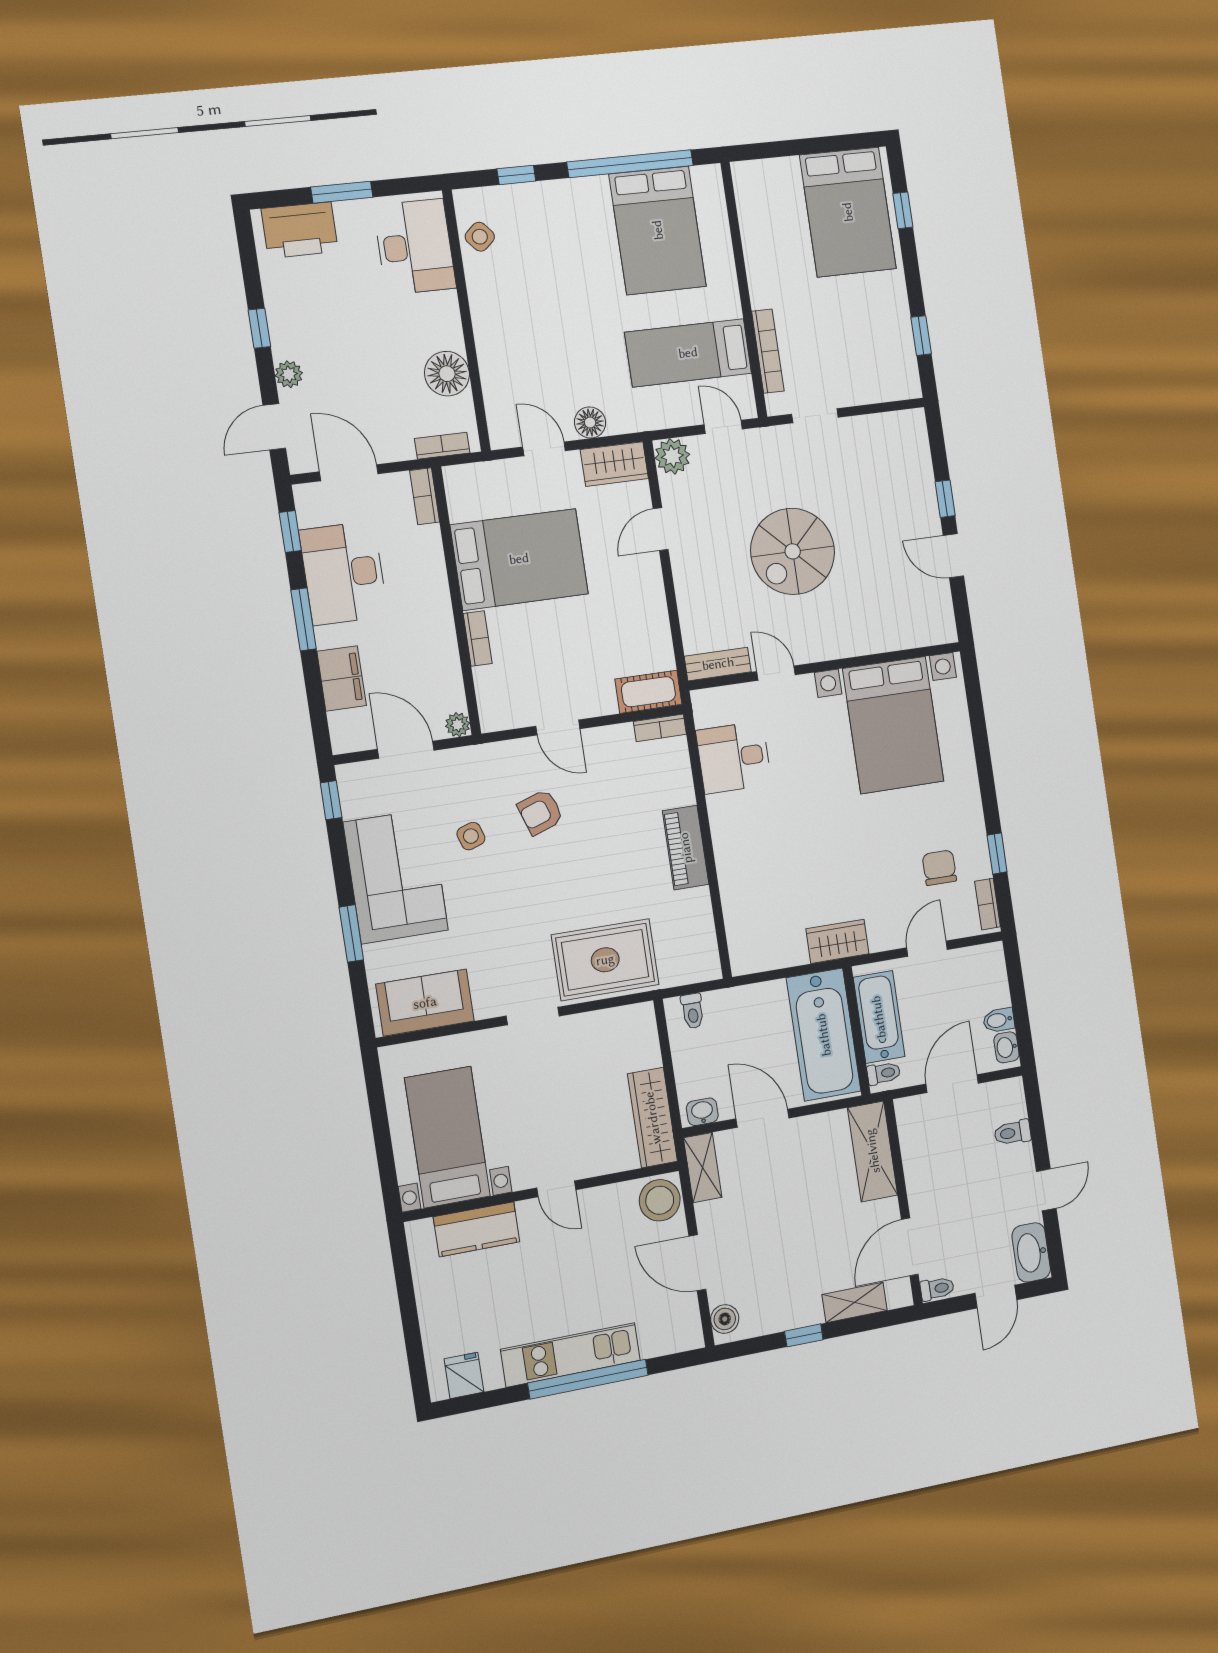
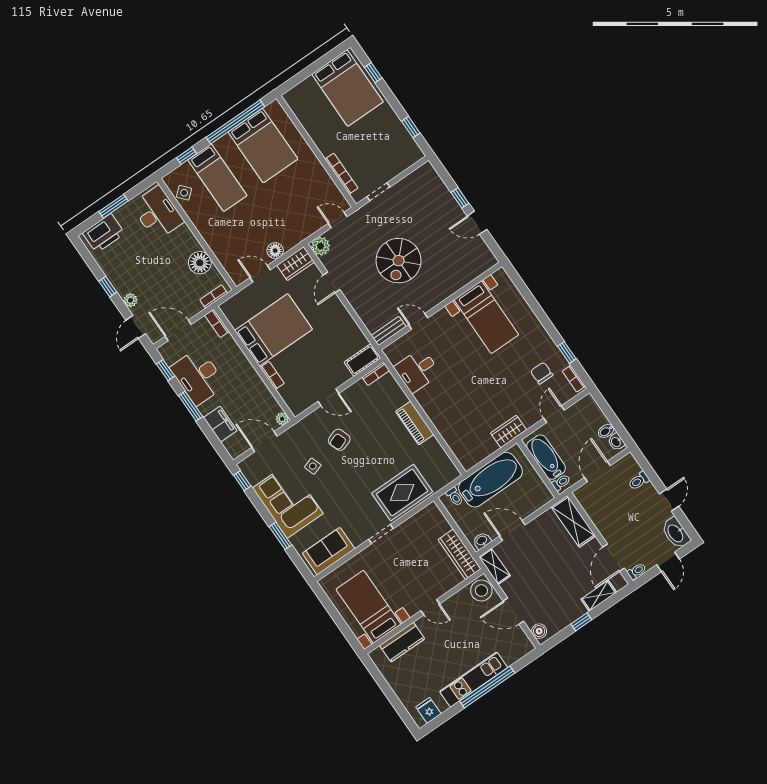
bed: (688, 353) -> (217, 178), moved, turned -90
bed with nightstands: (893, 725) -> (486, 317), width x0.73
bathtub: (824, 1035) -> (490, 480), moved, turned -90

